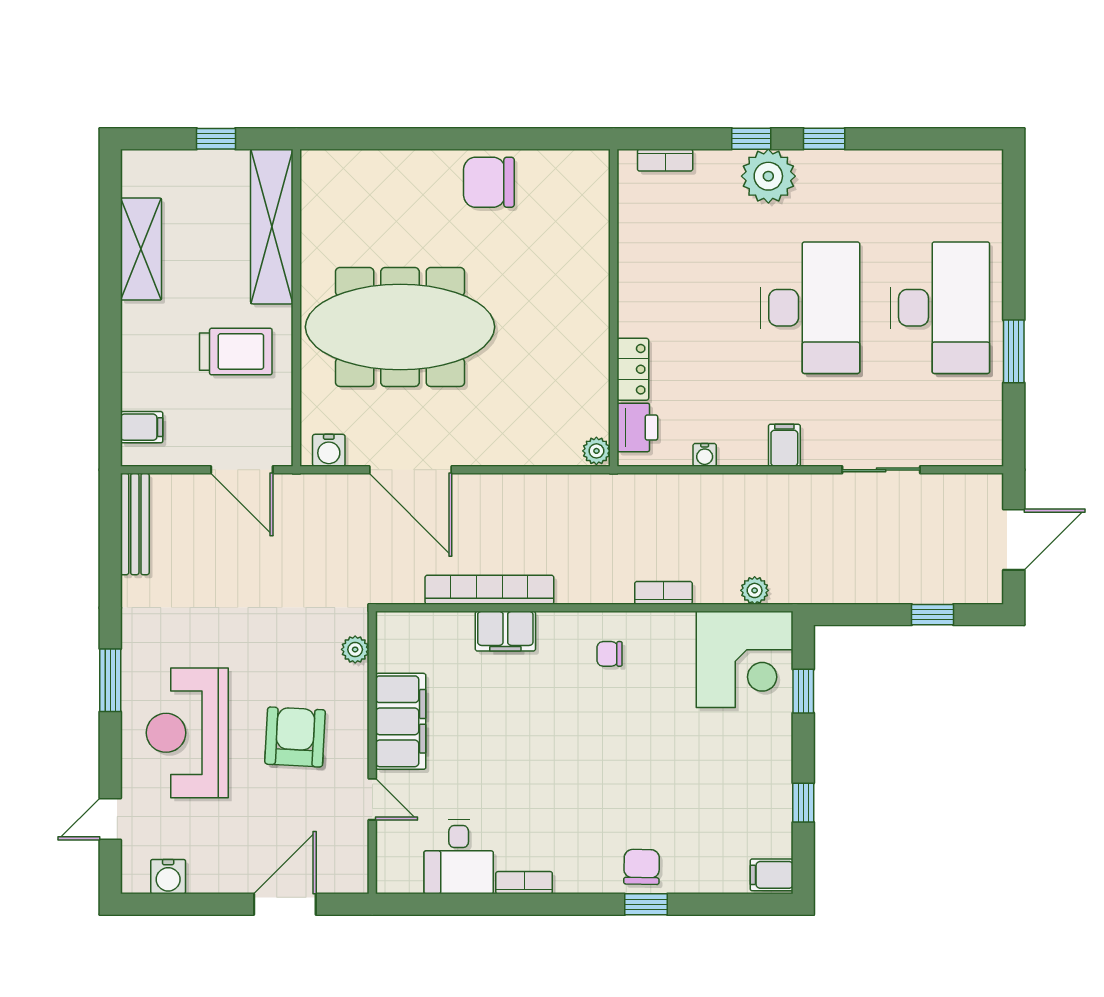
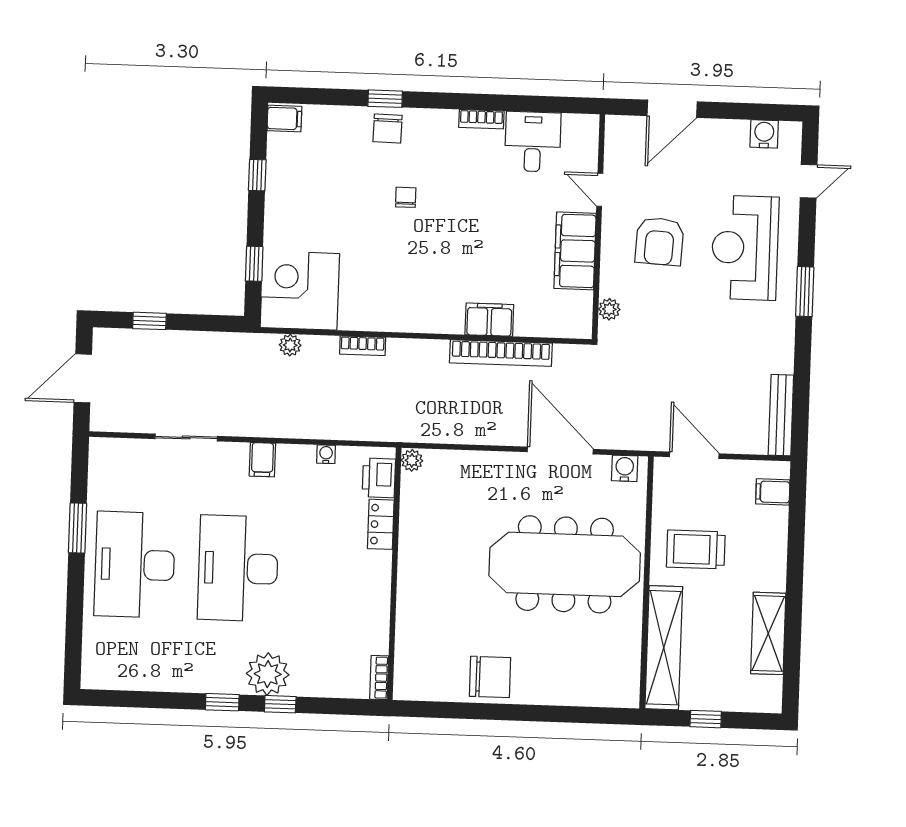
bookcase: (665, 160) -> (379, 678), moved, turned -90
chair: (610, 654) -> (406, 197), moved, turned -90
reception desk: (187, 733) -> (745, 248), turned 180

